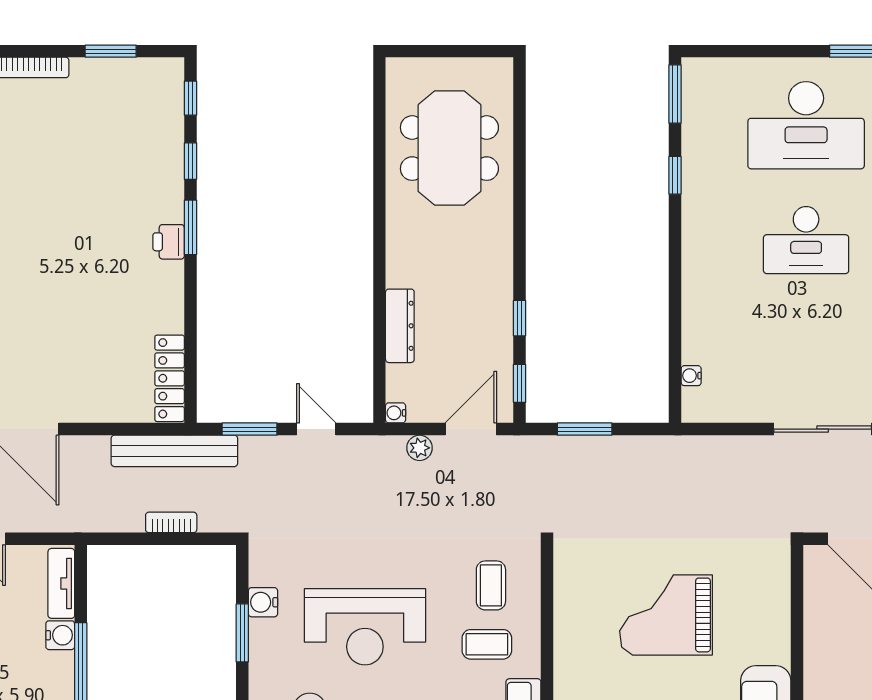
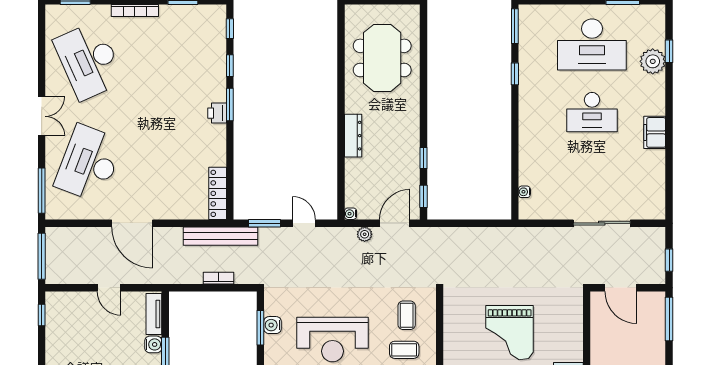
dresser: (400, 326) -> (353, 136), moved
window: (585, 429) -> (462, 223), removed
grand piano: (666, 615) -> (510, 333), turned -90
window: (242, 633) -> (260, 328), moved

